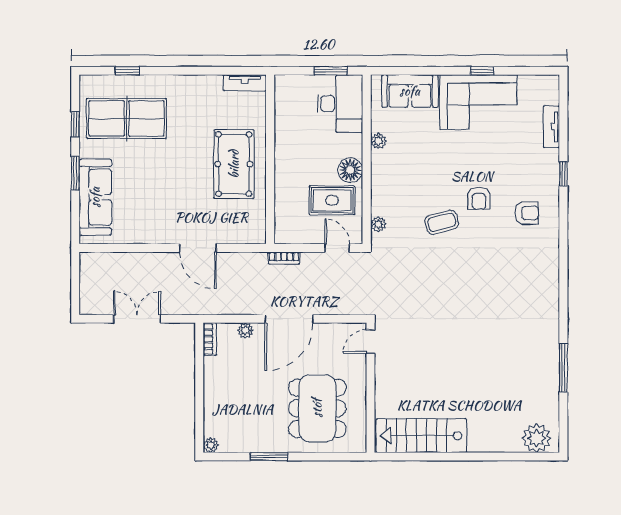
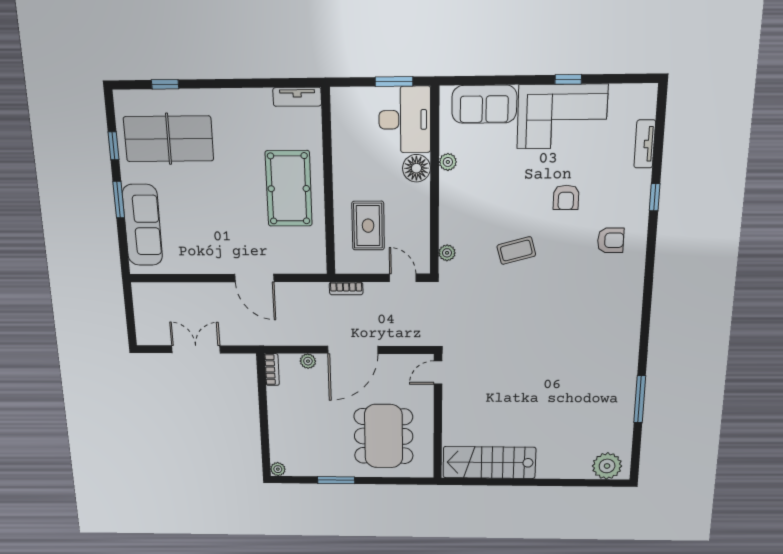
floor lamp: (350, 170) -> (416, 168), moved
armchair: (479, 198) -> (566, 197), moved
rug: (332, 200) -> (368, 226), moved, turned 90

